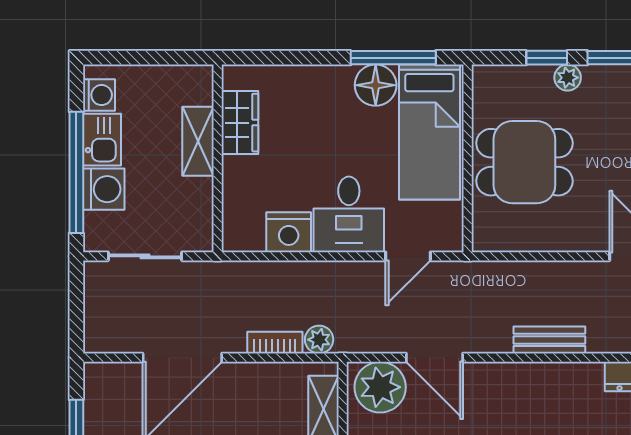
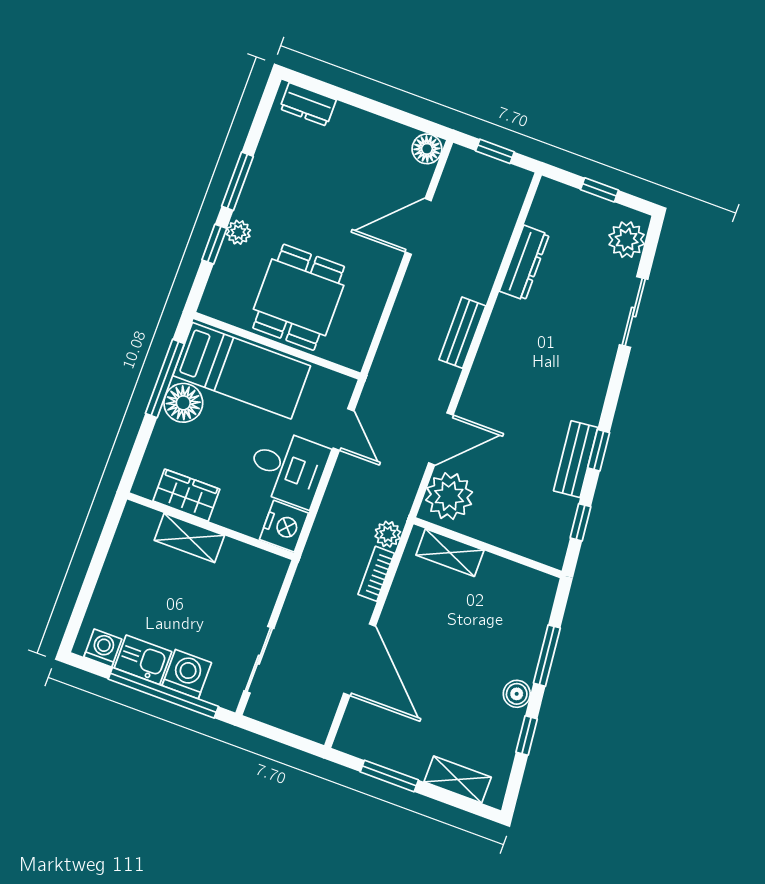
wardrobe: (240, 123) -> (186, 495), moved
shelving: (198, 141) -> (189, 538), moved
wall: (218, 158) -> (211, 526), moved

